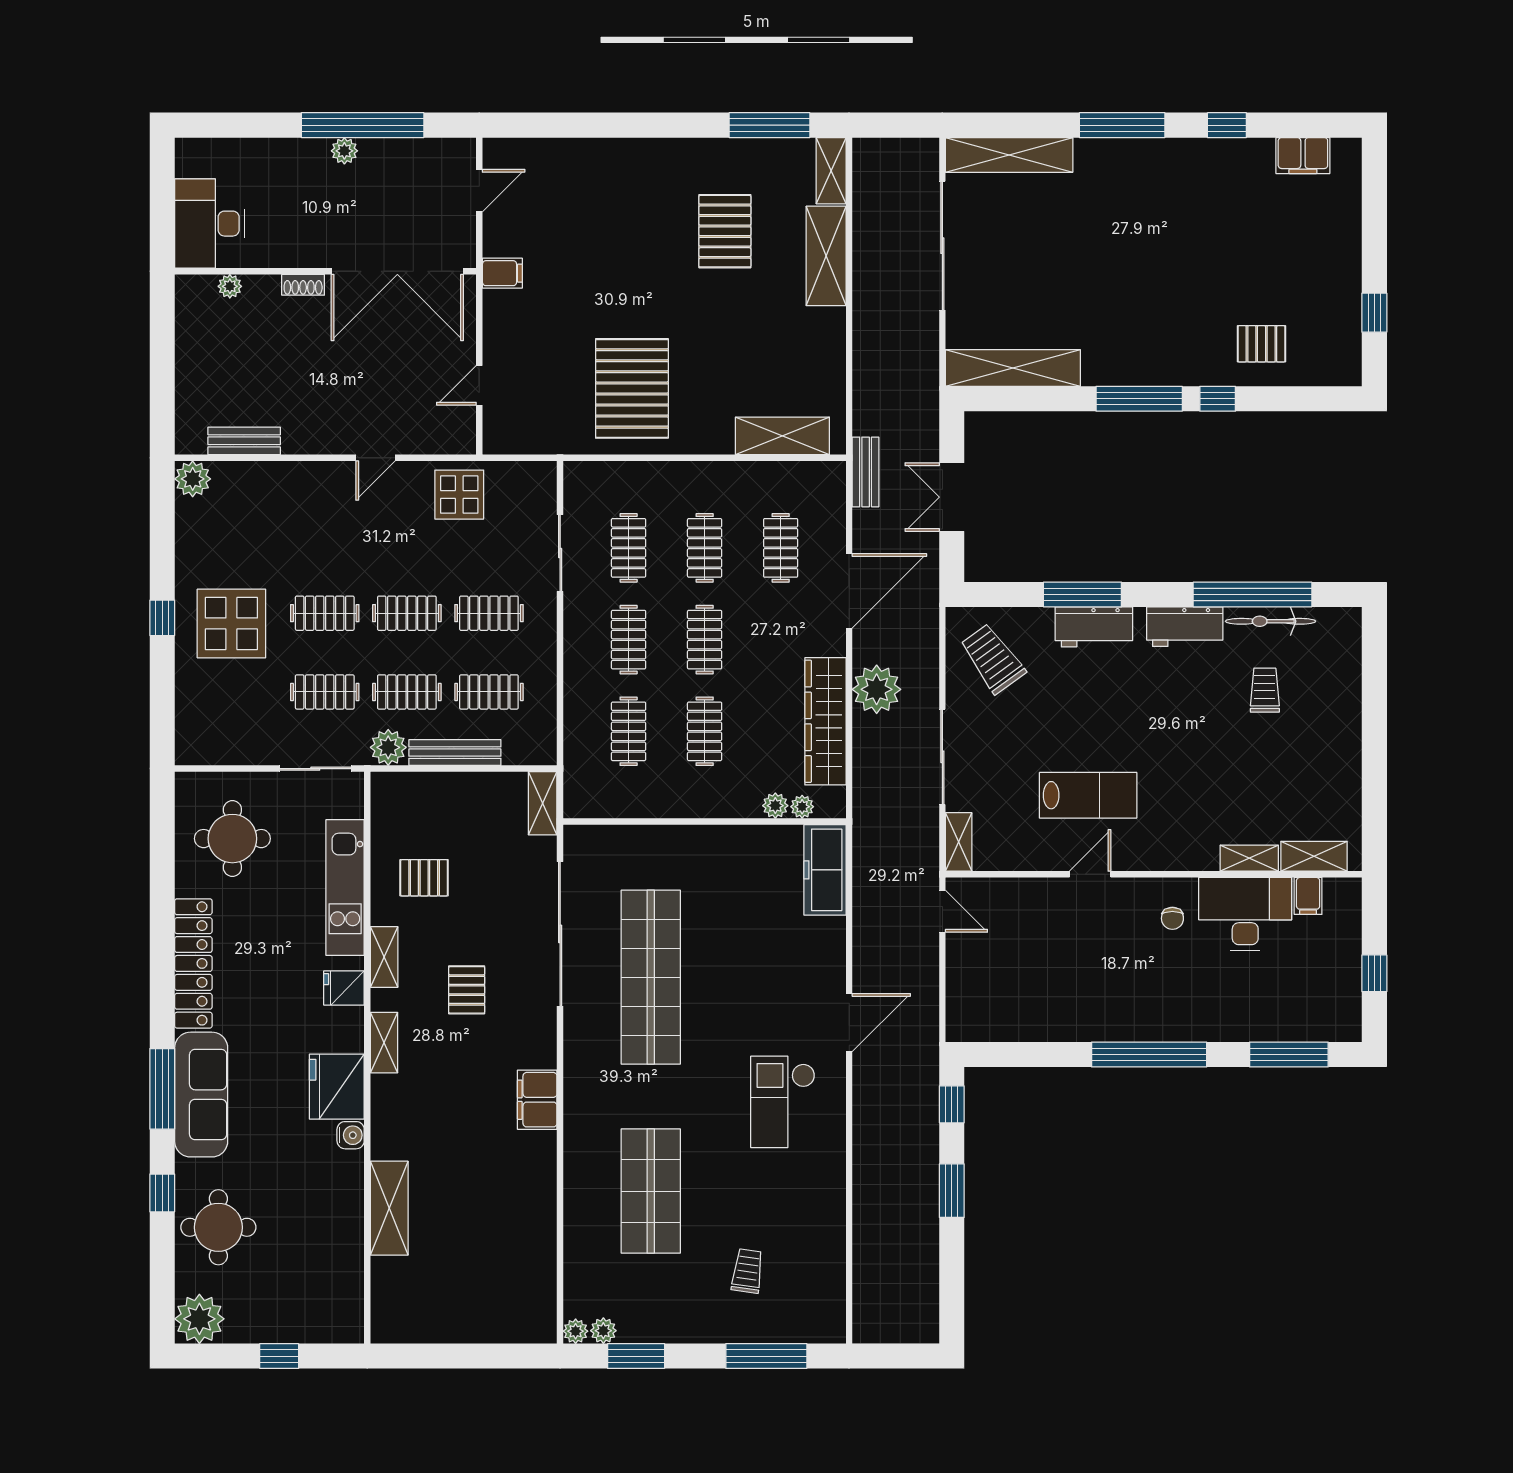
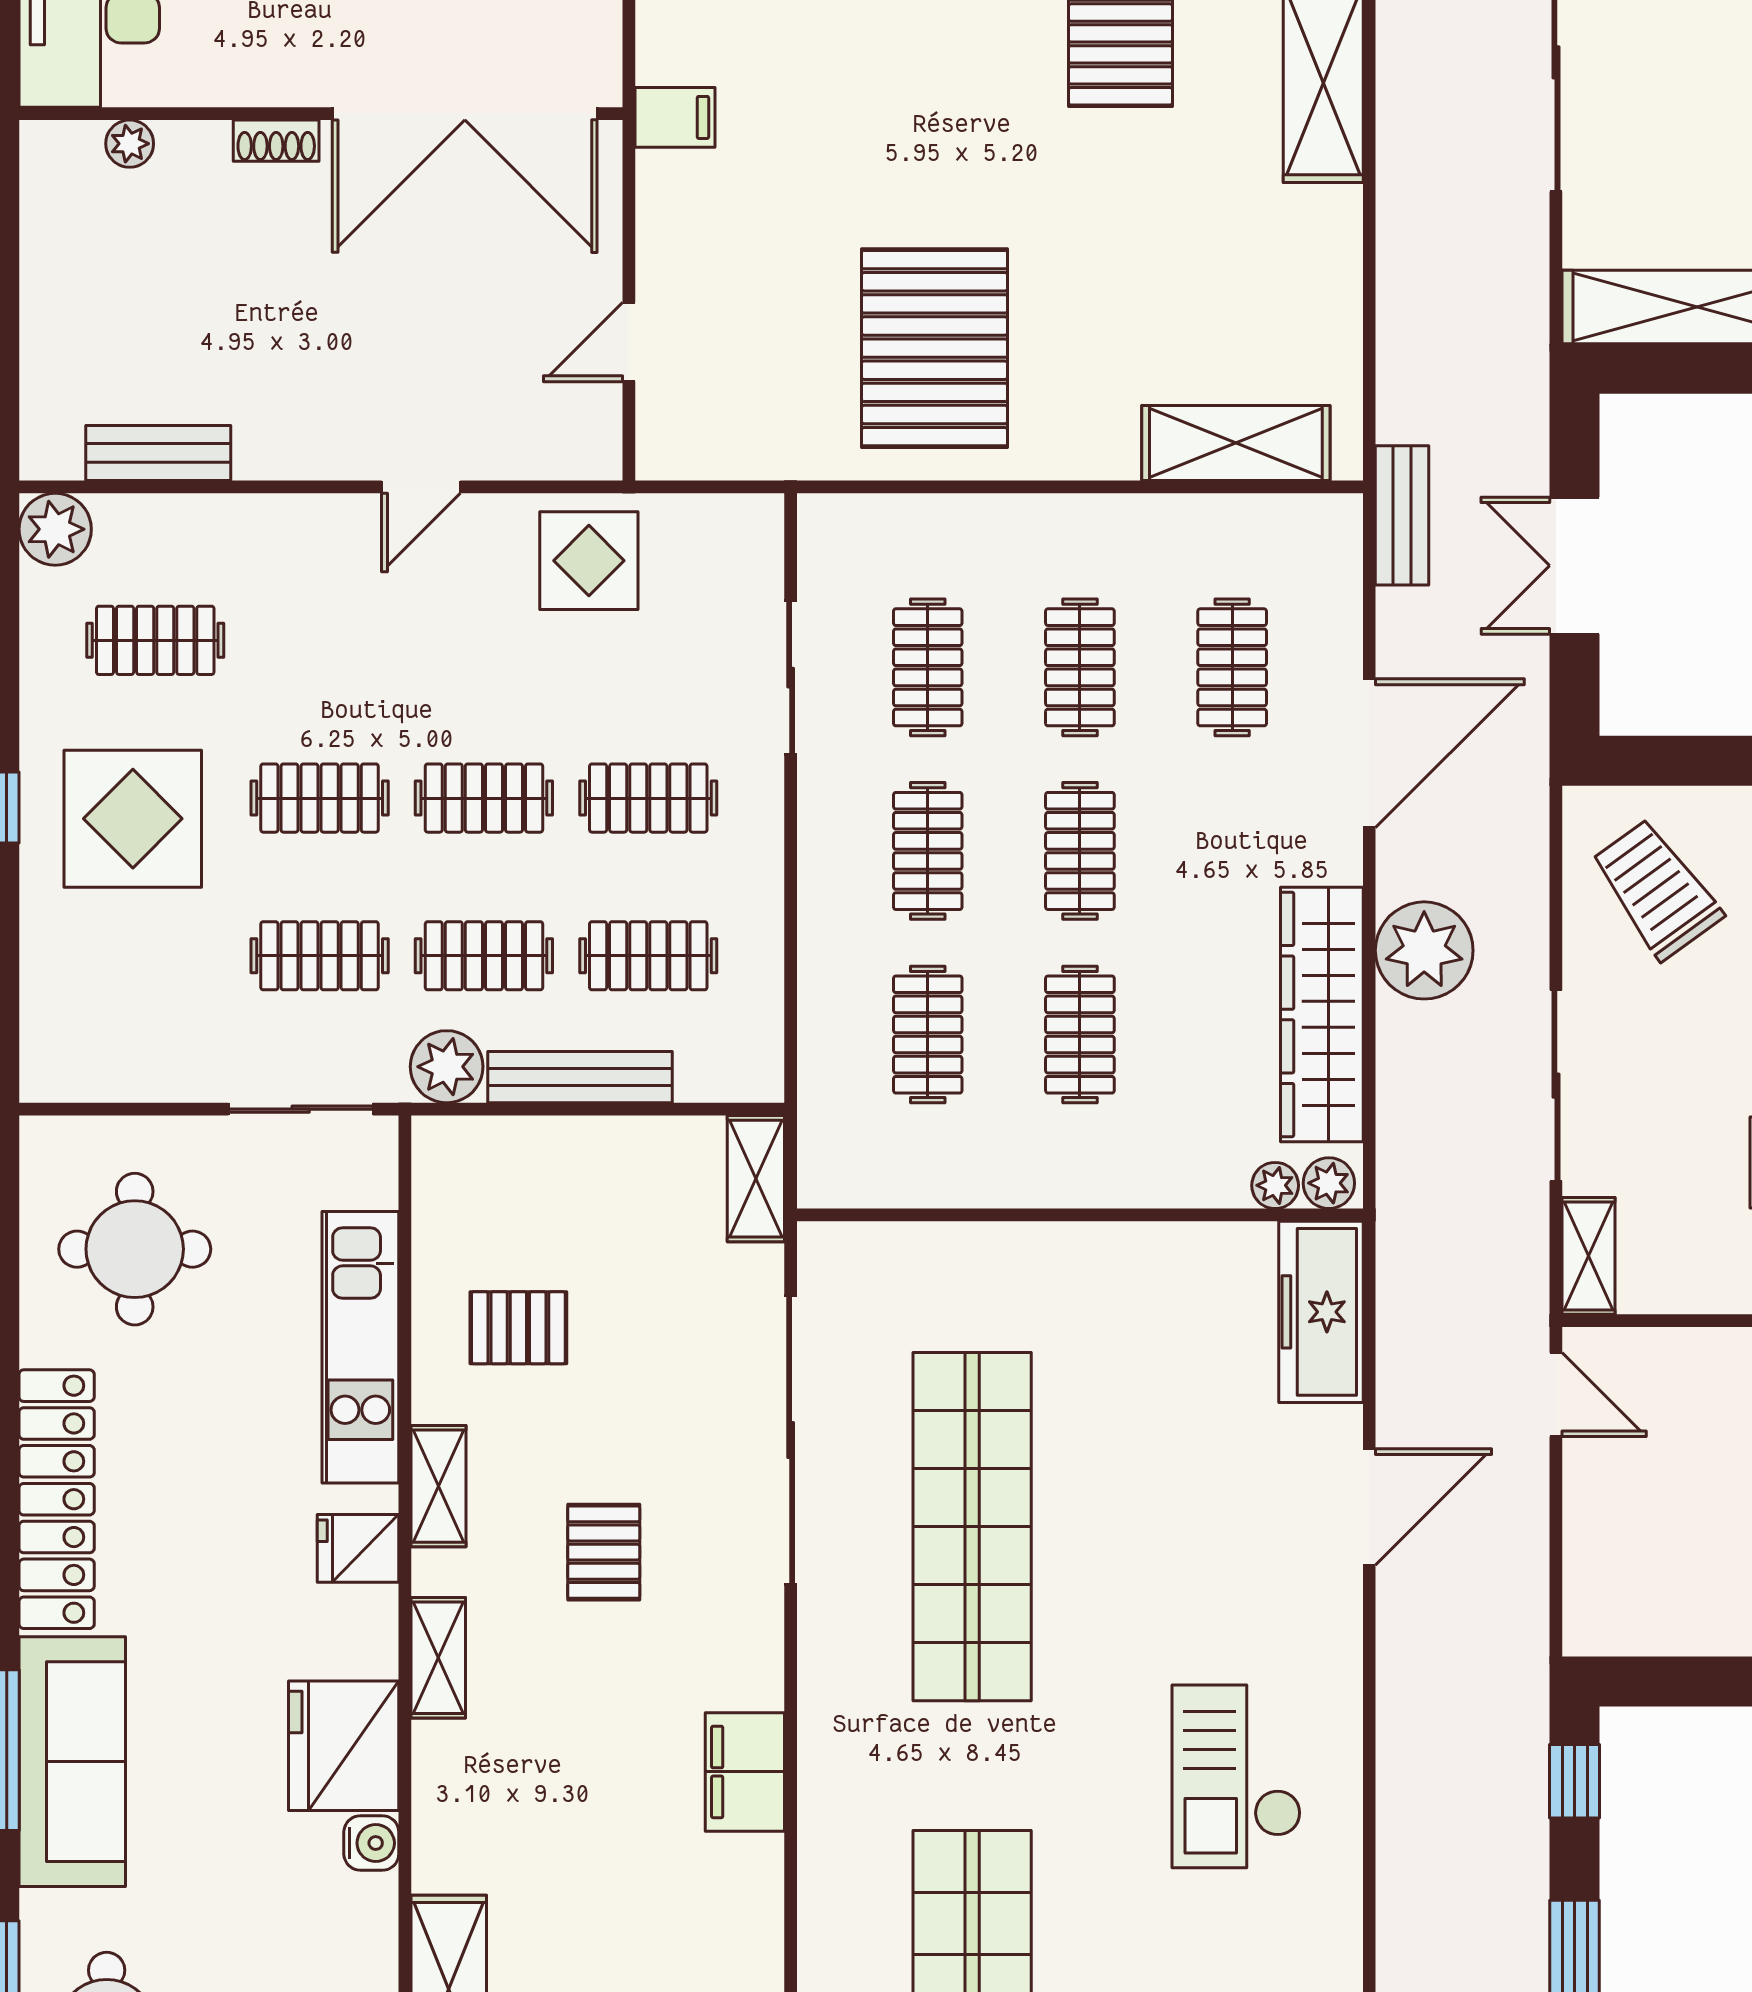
clothes rail: (243, 534) -> (155, 640), added
plant: (775, 806) -> (1329, 1183), moved
door: (849, 1023) -> (1369, 1507), moved

